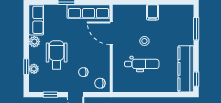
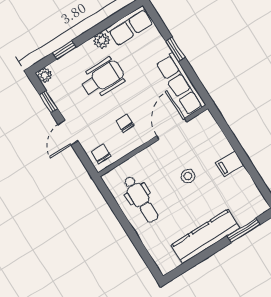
dental chair: (142, 64) -> (141, 199), moved
plant: (34, 69) -> (45, 75), moved
kitchen counter: (186, 69) -> (205, 237), moved
chair: (83, 72) -> (125, 123), moved
window: (196, 79) -> (181, 270), removed

